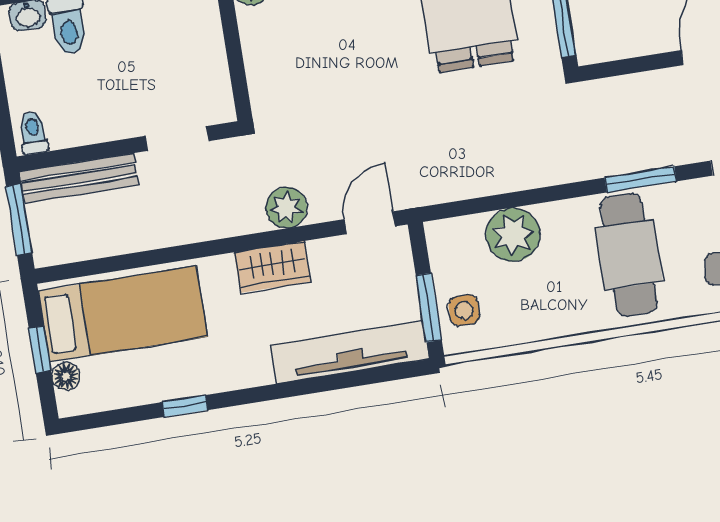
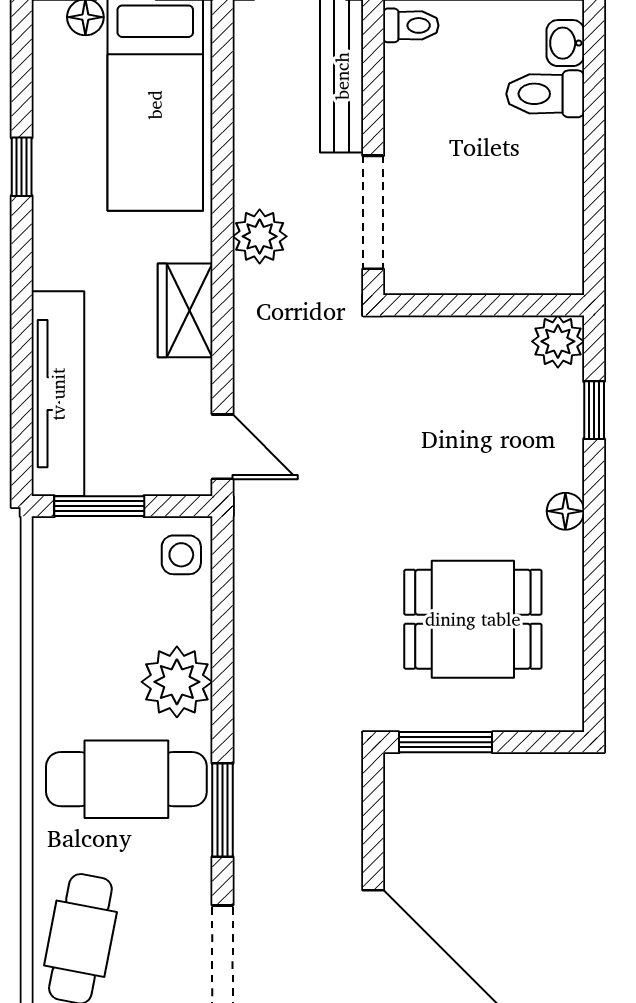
doorway: (177, 138) -> (373, 212), width x1.38
plant: (286, 208) -> (260, 236), moved
plant: (513, 235) -> (177, 682), moved
side table: (464, 310) -> (181, 555), moved

